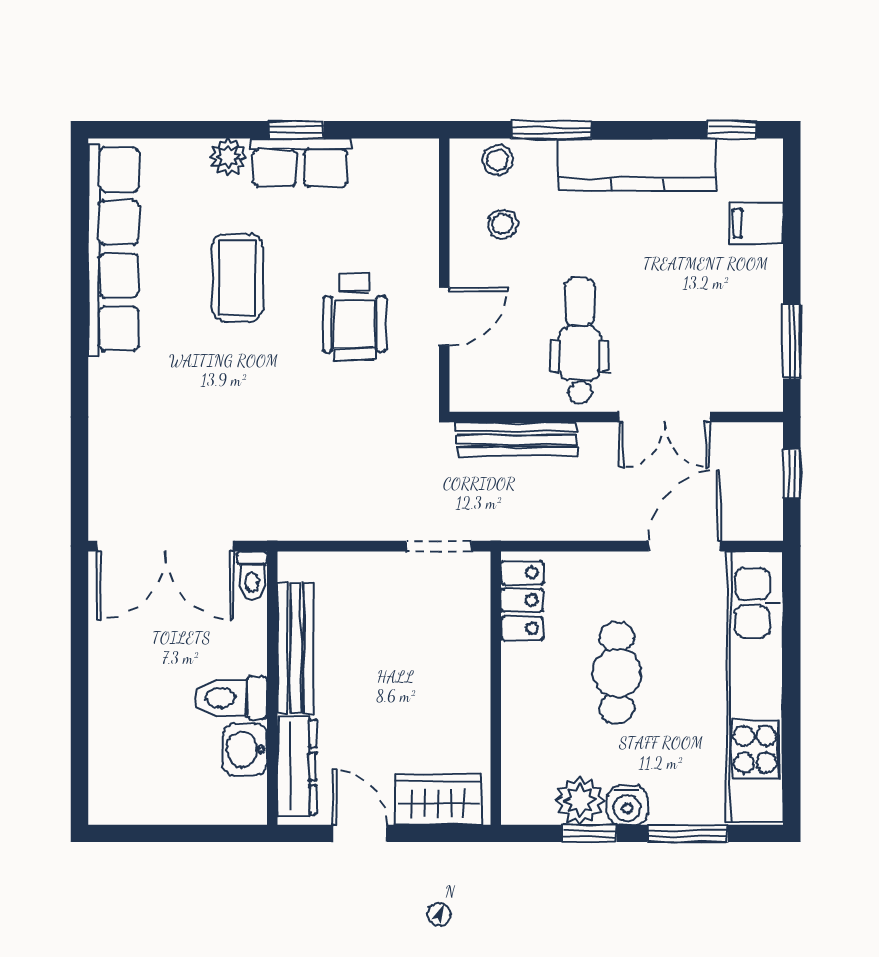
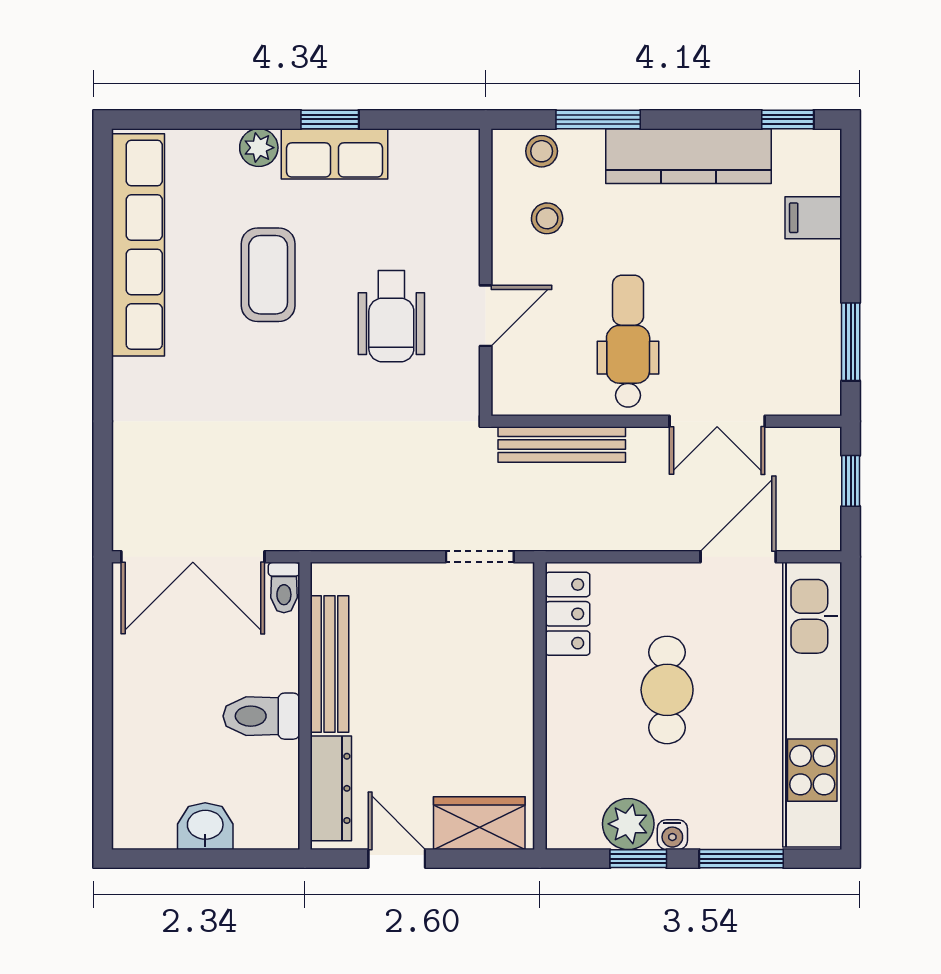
washbasin: (245, 750) -> (205, 826), moved, turned 90
water cooler: (627, 805) -> (672, 835), width x0.72, depth x0.72

